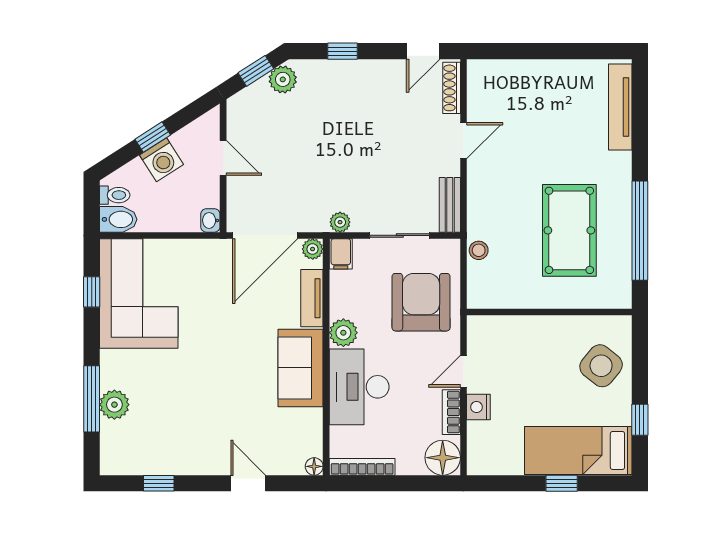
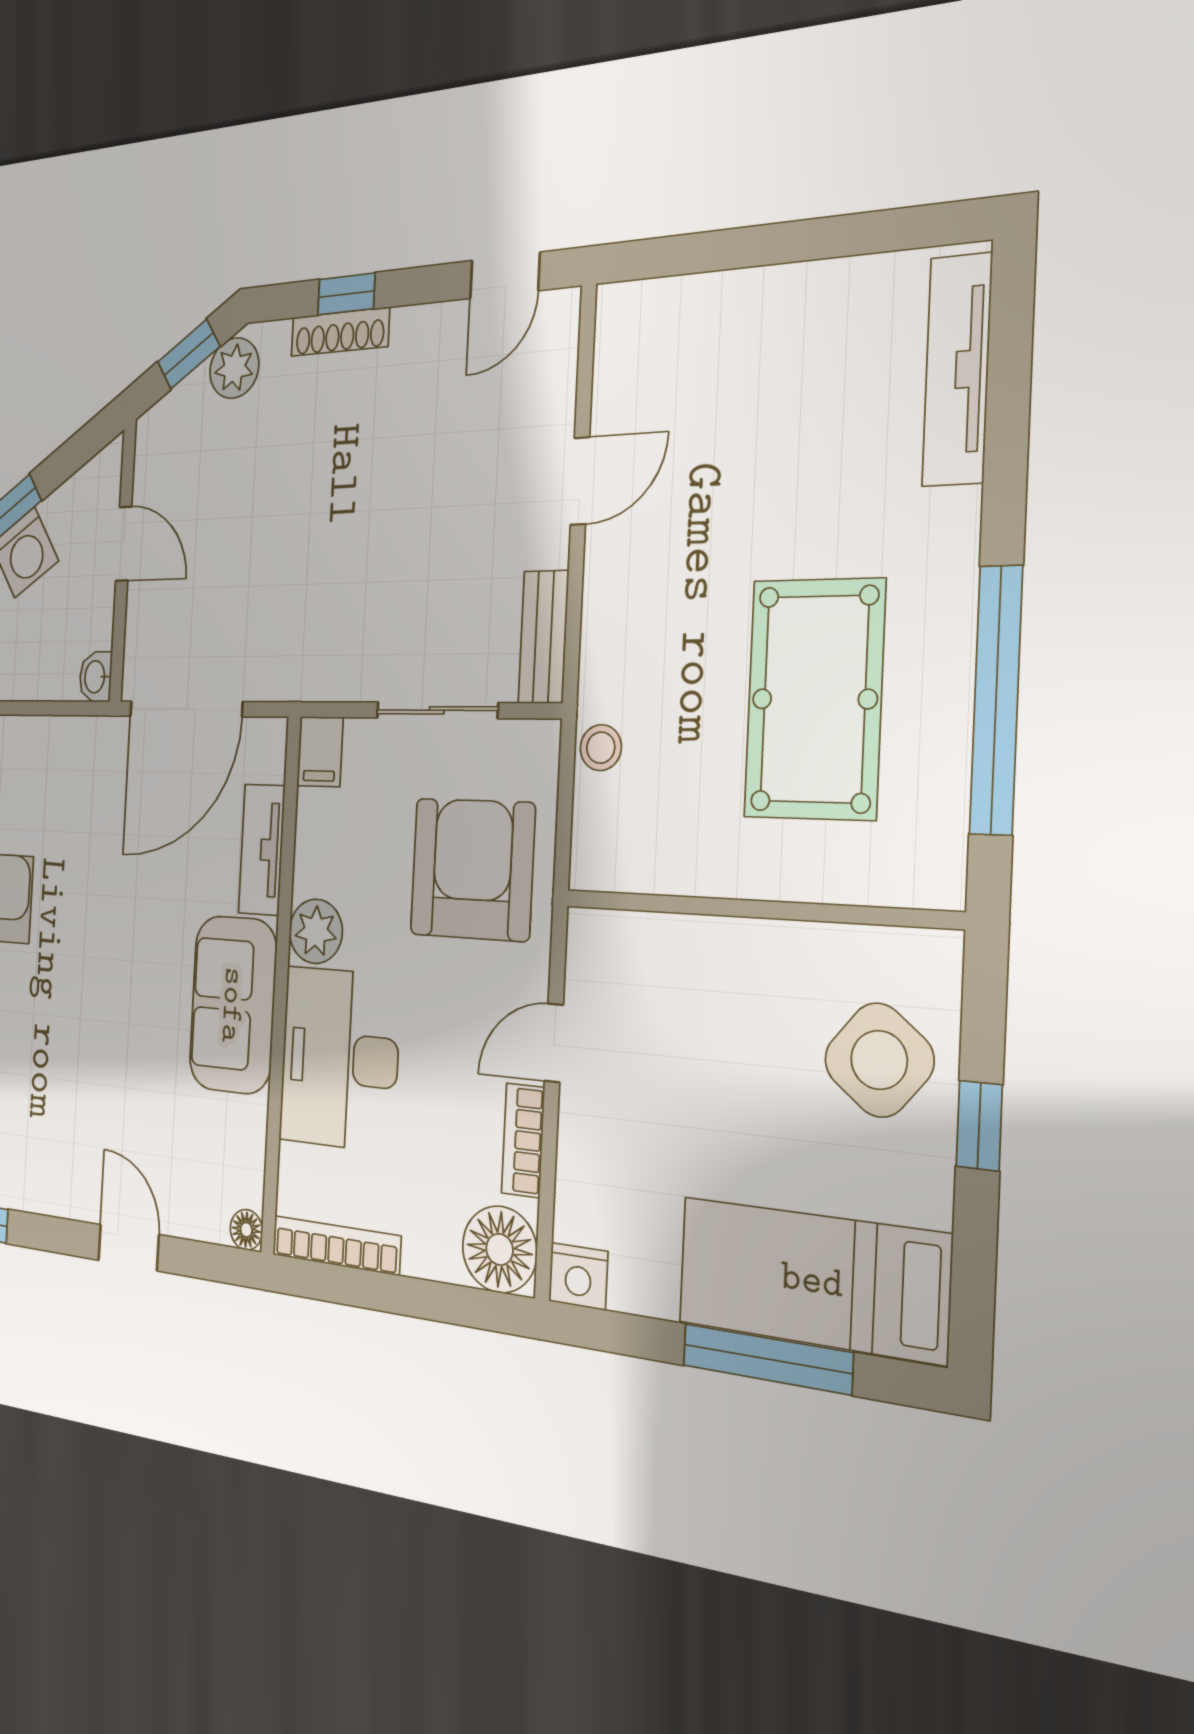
shoe rack: (452, 88) -> (340, 332), moved, turned -90
plant: (340, 222) -> (322, 679), removed
plant: (313, 249) -> (268, 740), removed
nightstand: (478, 407) -> (578, 1276), moved, turned -90
window: (640, 420) -> (979, 1126), moved
window: (562, 483) -> (767, 1359), width x2.17

